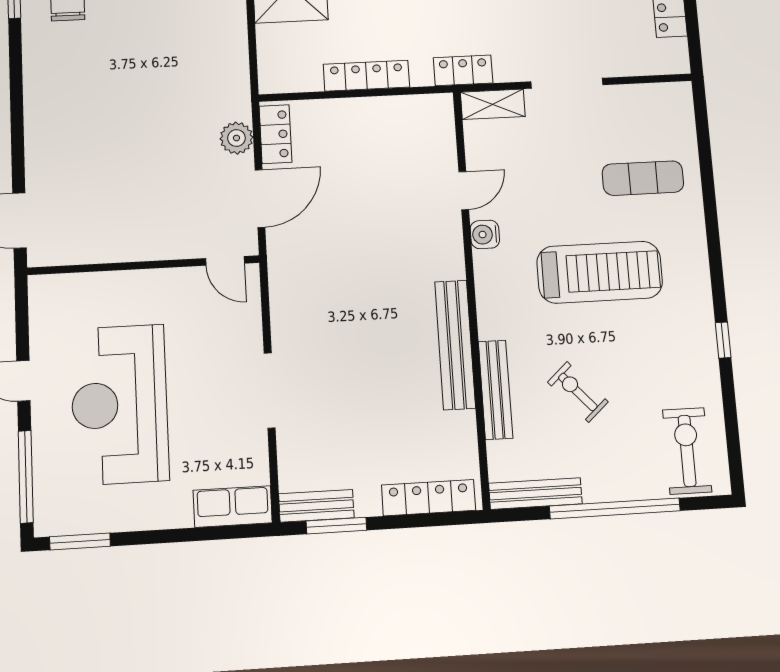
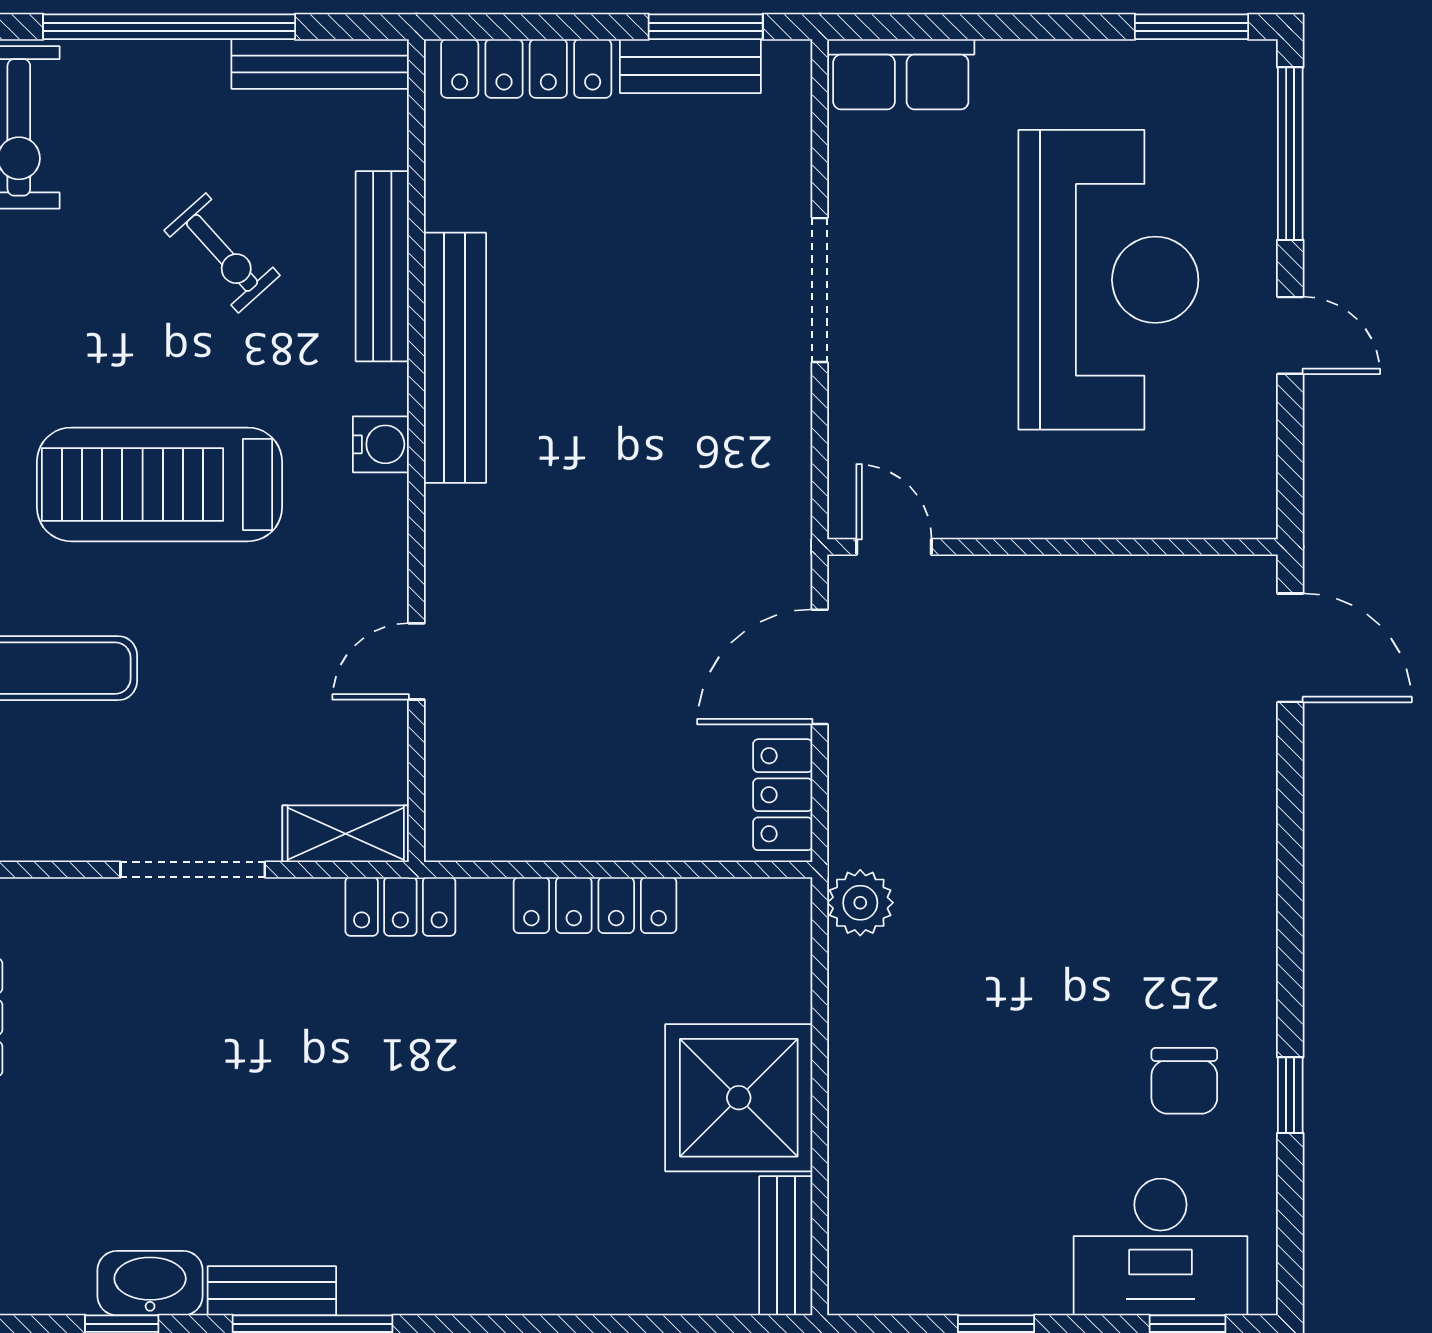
plant: (236, 138) -> (860, 903), moved
water cooler: (485, 234) -> (381, 444), moved
bench: (316, 506) -> (690, 66), moved

